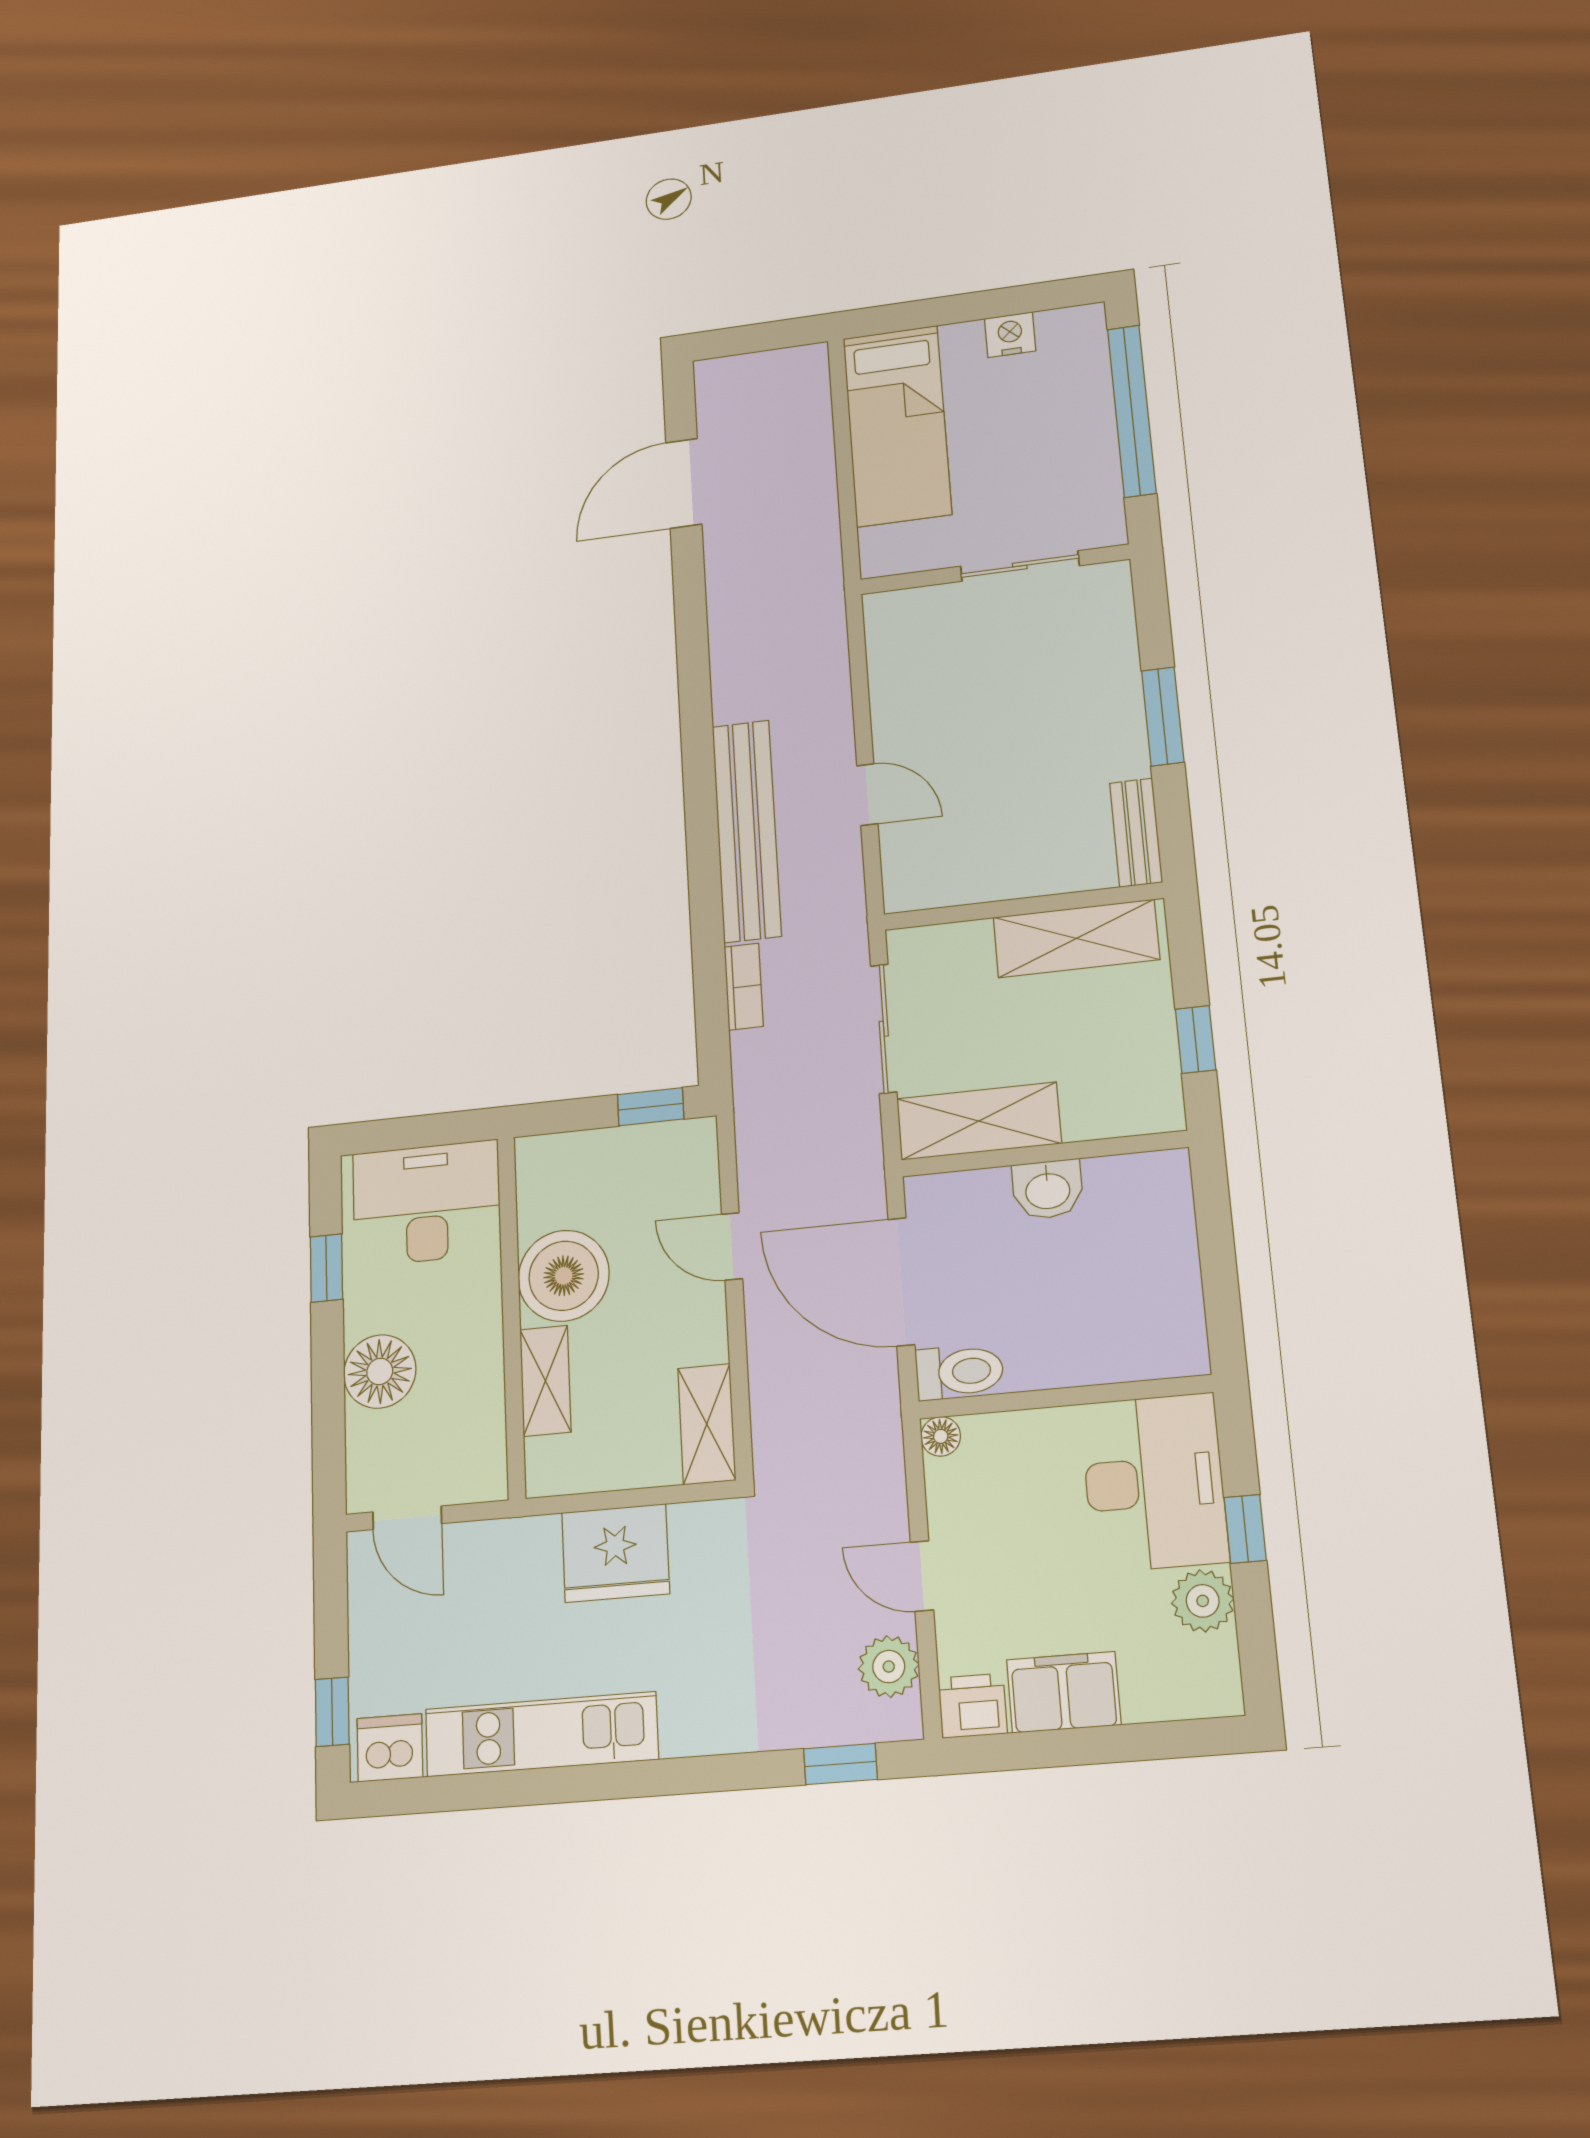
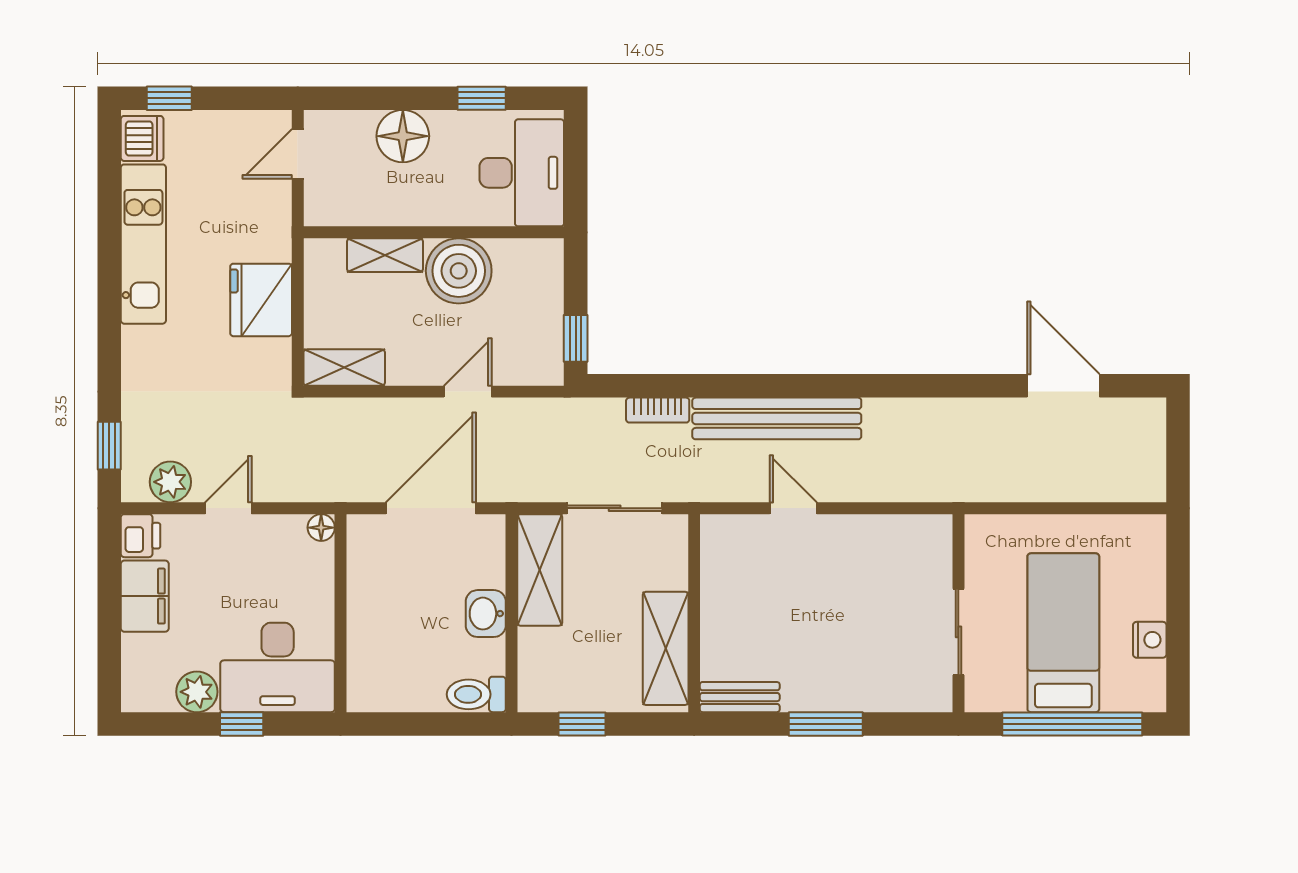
bed: (897, 426) -> (1063, 633), moved, turned 90
door: (867, 795) -> (793, 508), swing flipped
toilet: (959, 1372) -> (476, 694), moved, turned 90

